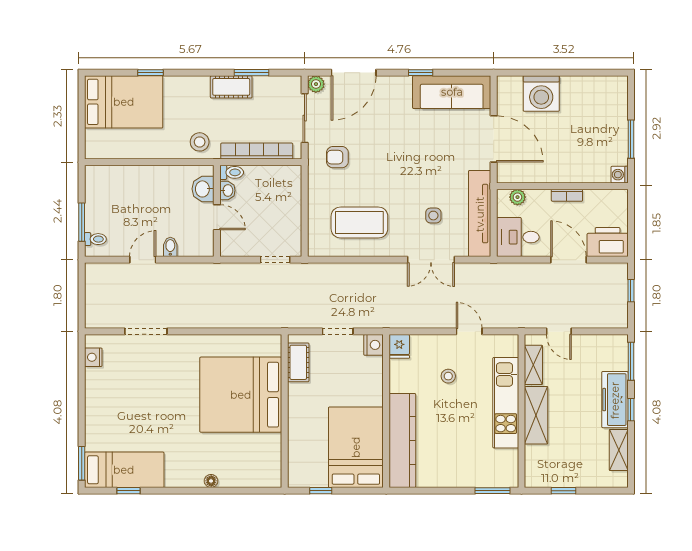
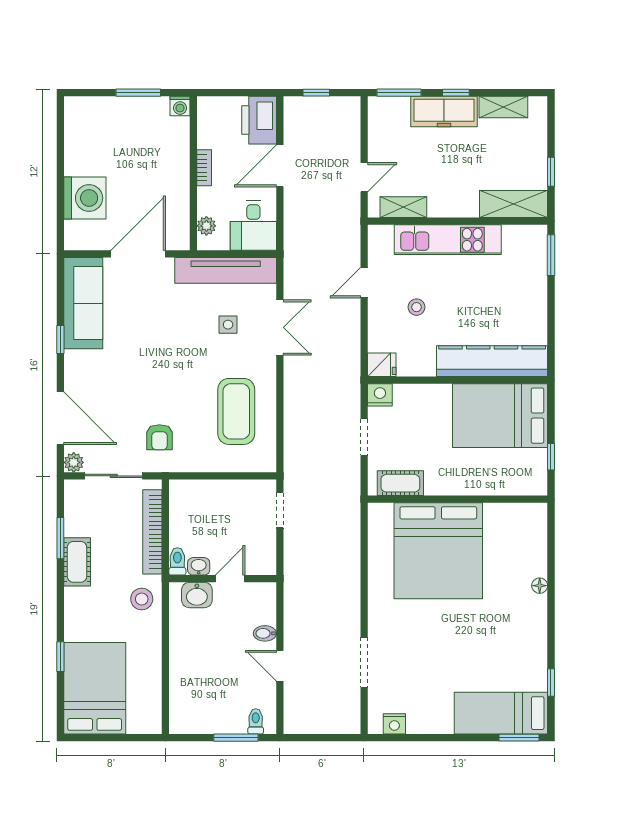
shelving: (536, 415) -> (514, 204), moved
bed: (124, 470) -> (501, 713), moved, turned -90

